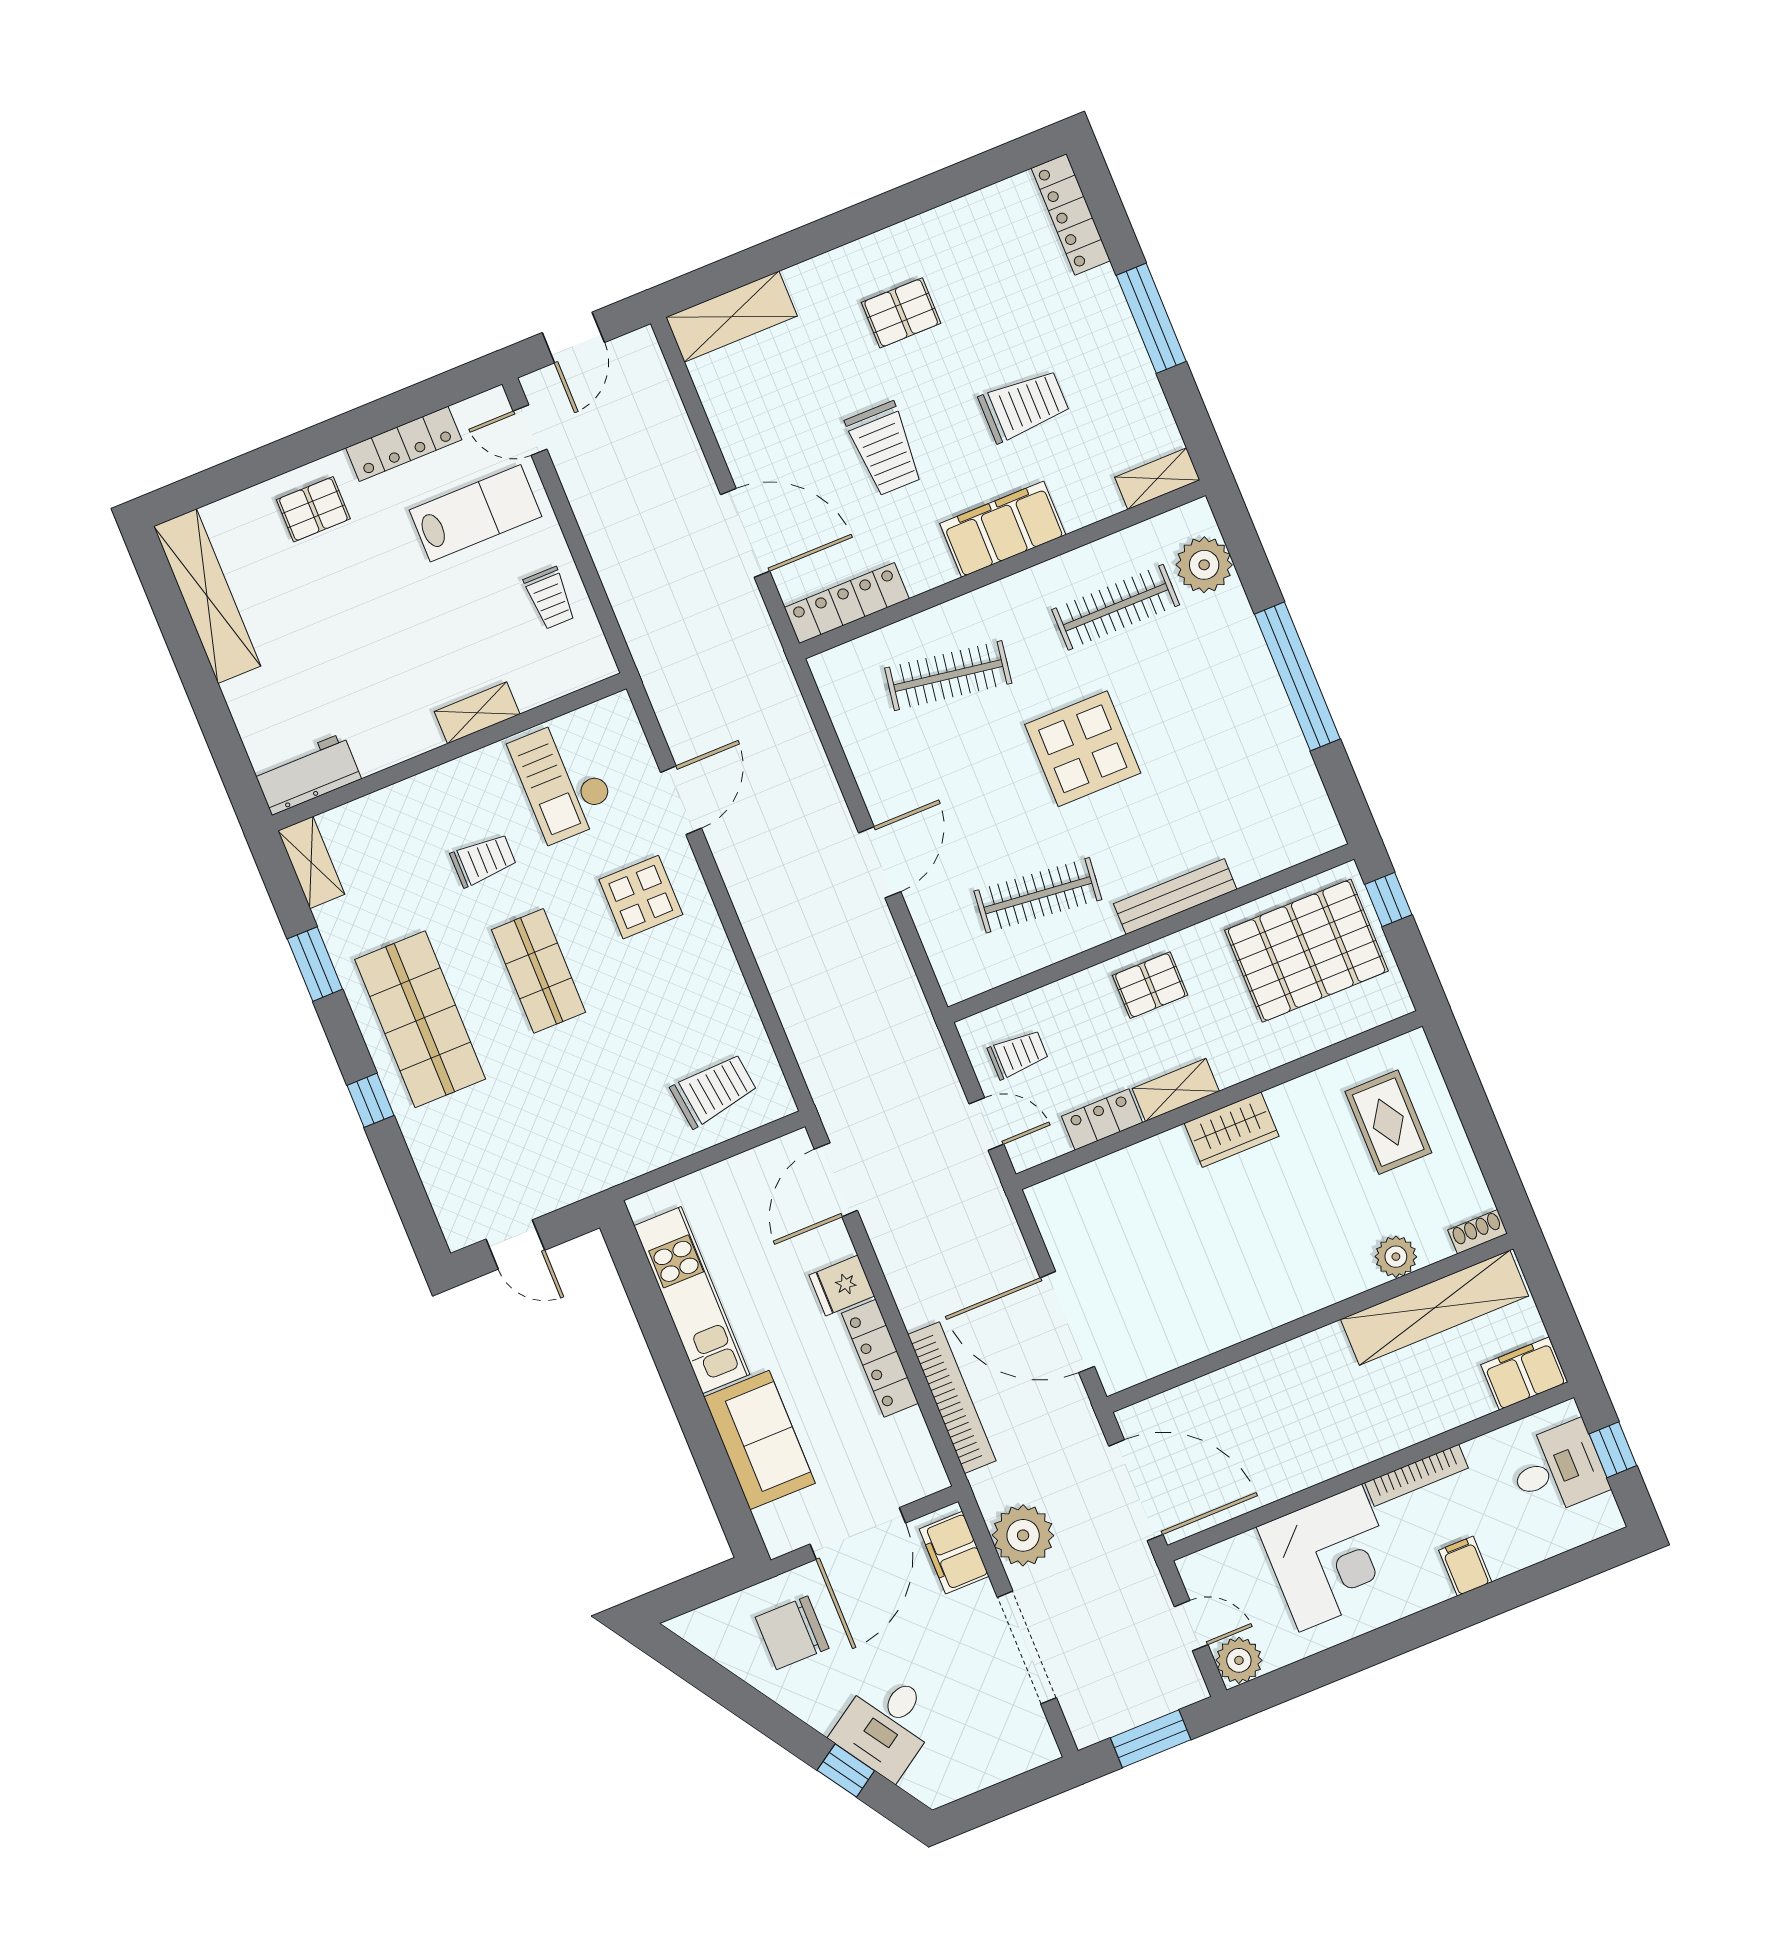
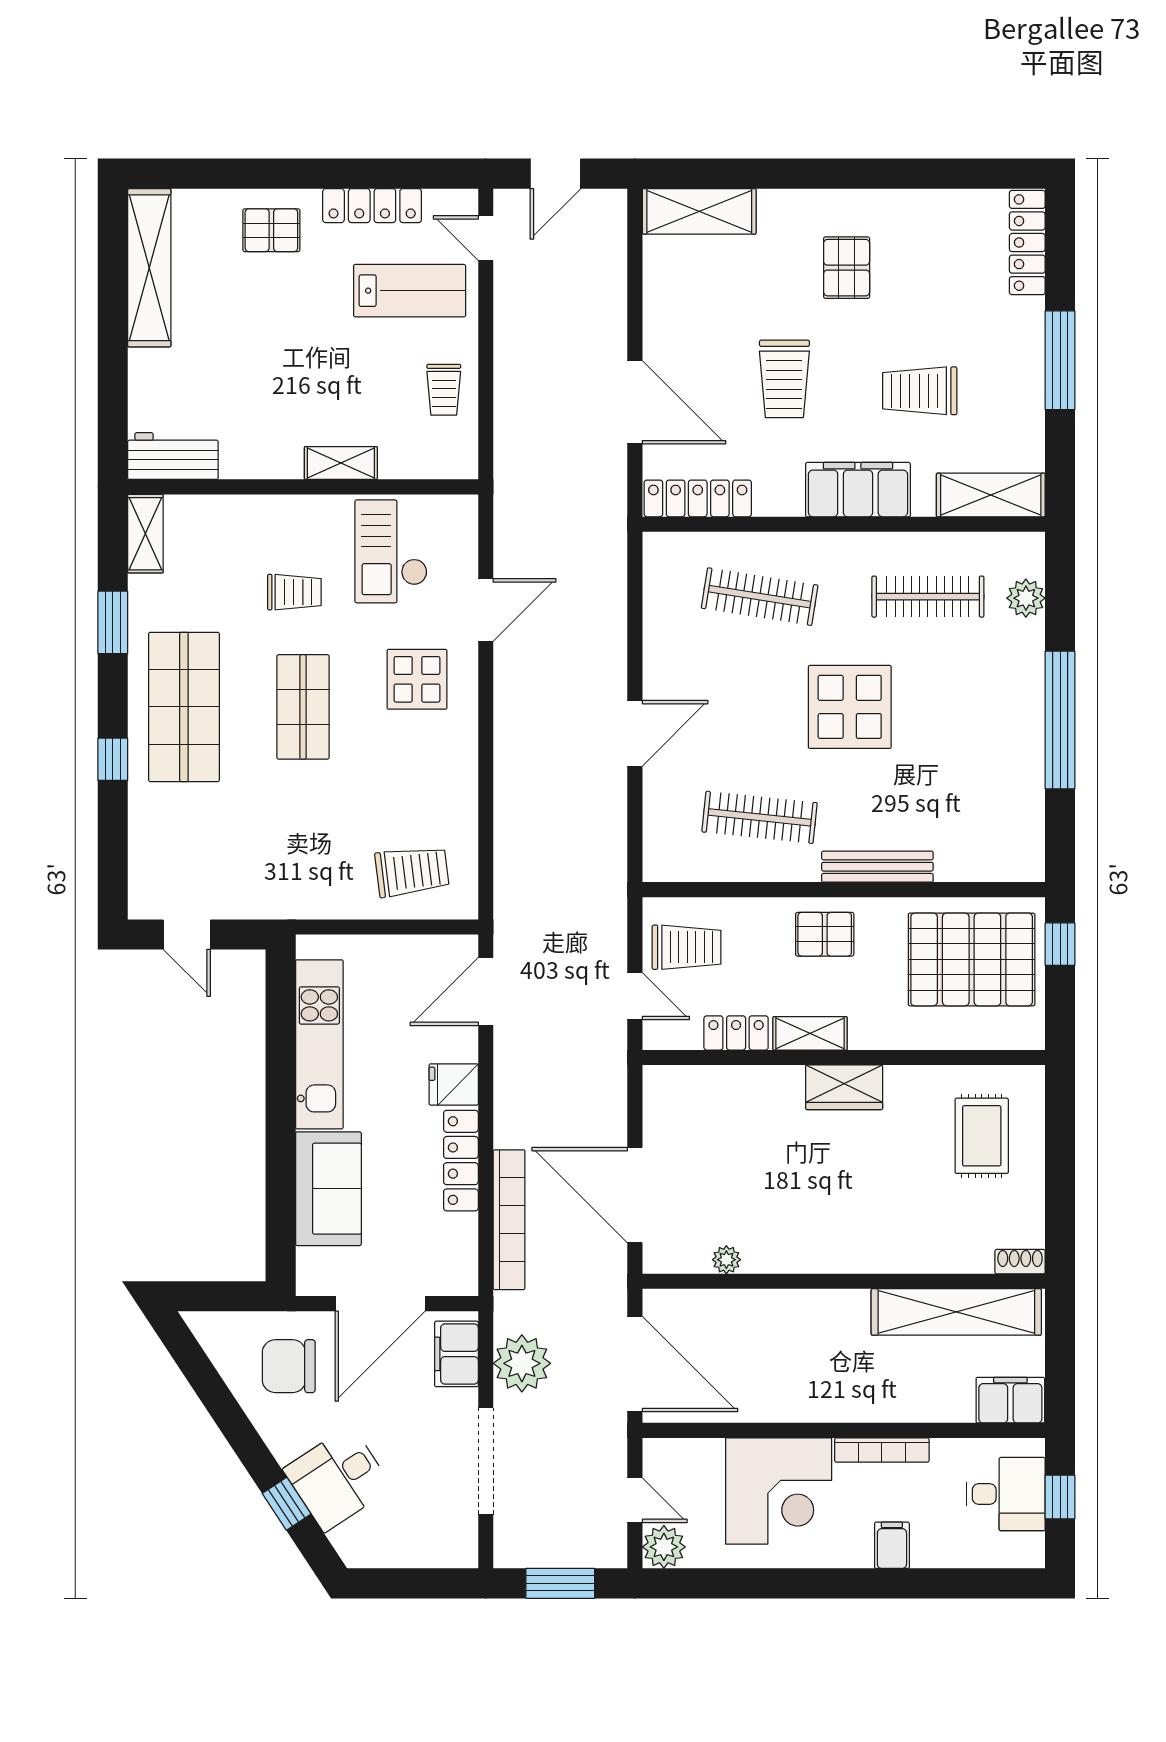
pallet: (901, 313) -> (847, 268), turned 90
trolley: (1024, 406) -> (920, 391), turned 180
shelving: (1157, 479) -> (991, 495), width x1.50, depth x1.33
plant: (1204, 565) -> (1026, 598), width x0.73, depth x0.73
trolley: (1018, 1054) -> (687, 947), width x1.36, depth x1.39
plant: (1396, 1257) -> (726, 1260), moved, width x0.73, depth x0.73

